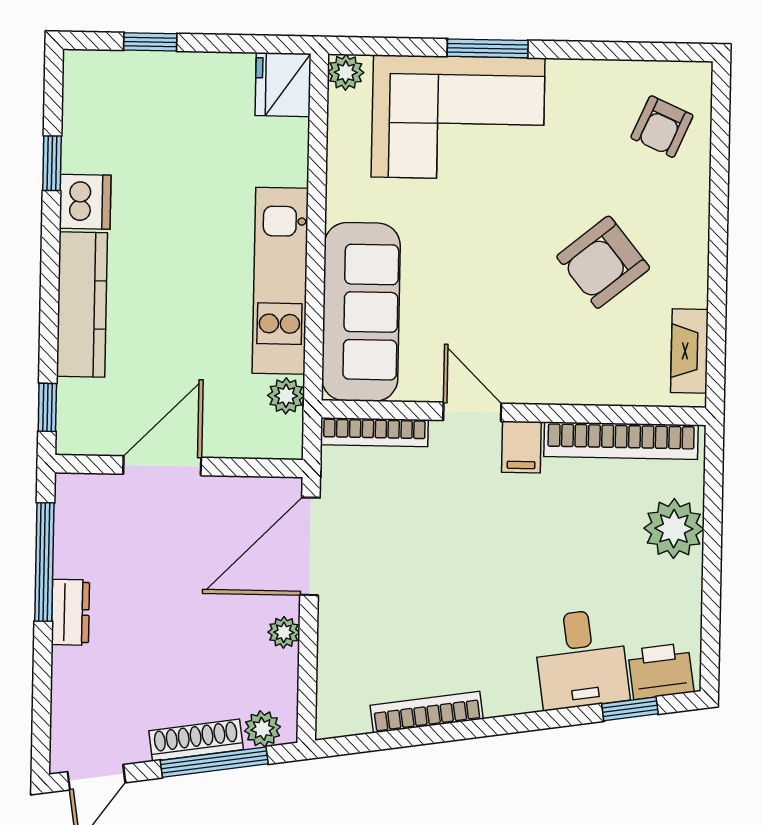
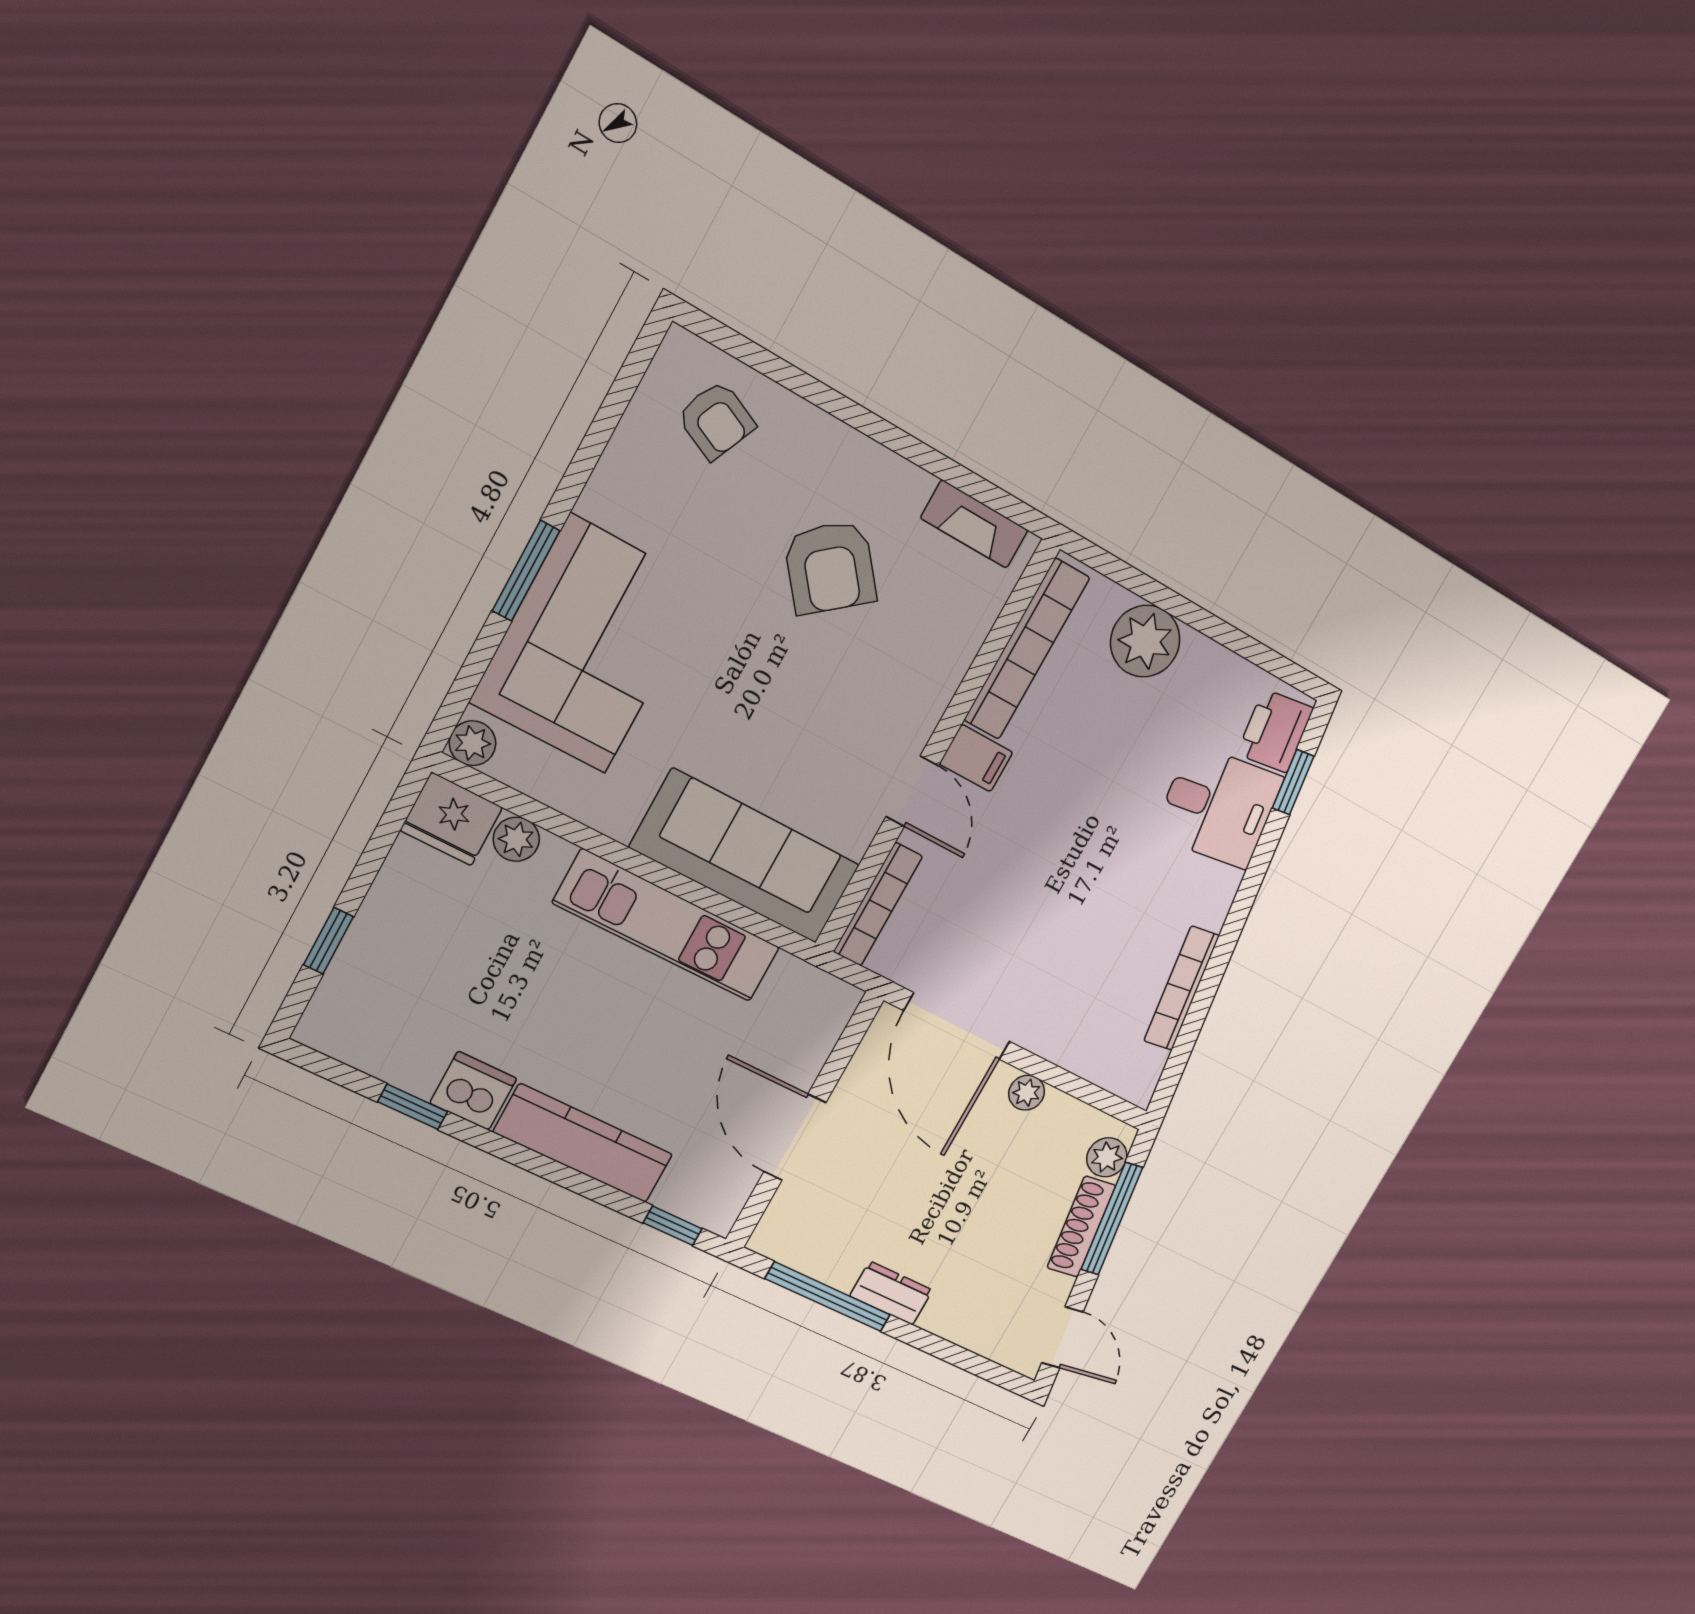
plant: (286, 396) -> (516, 839), moved
door: (472, 412) -> (912, 791), swing flipped

